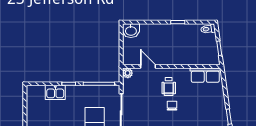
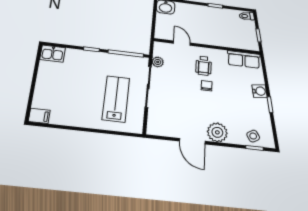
plant: (128, 73) -> (158, 62), moved
kitchen sink: (55, 92) -> (53, 54), moved
water cooler: (220, 105) -> (260, 91), added

